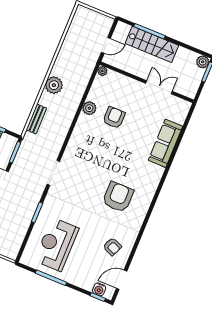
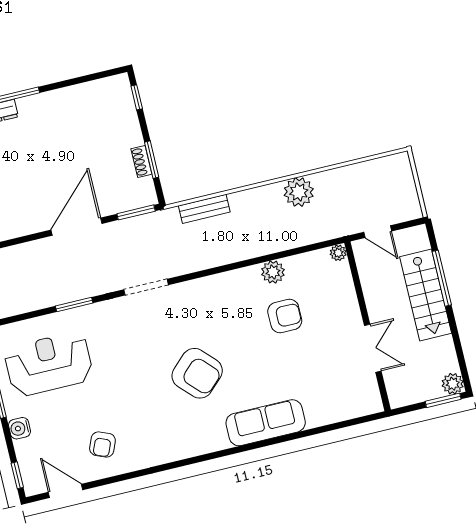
plant: (54, 85) -> (299, 192), moved
sofa: (165, 143) -> (266, 423), moved
armchair: (118, 197) -> (197, 373), moved, turned 46
water cooler: (99, 289) -> (19, 428), moved

